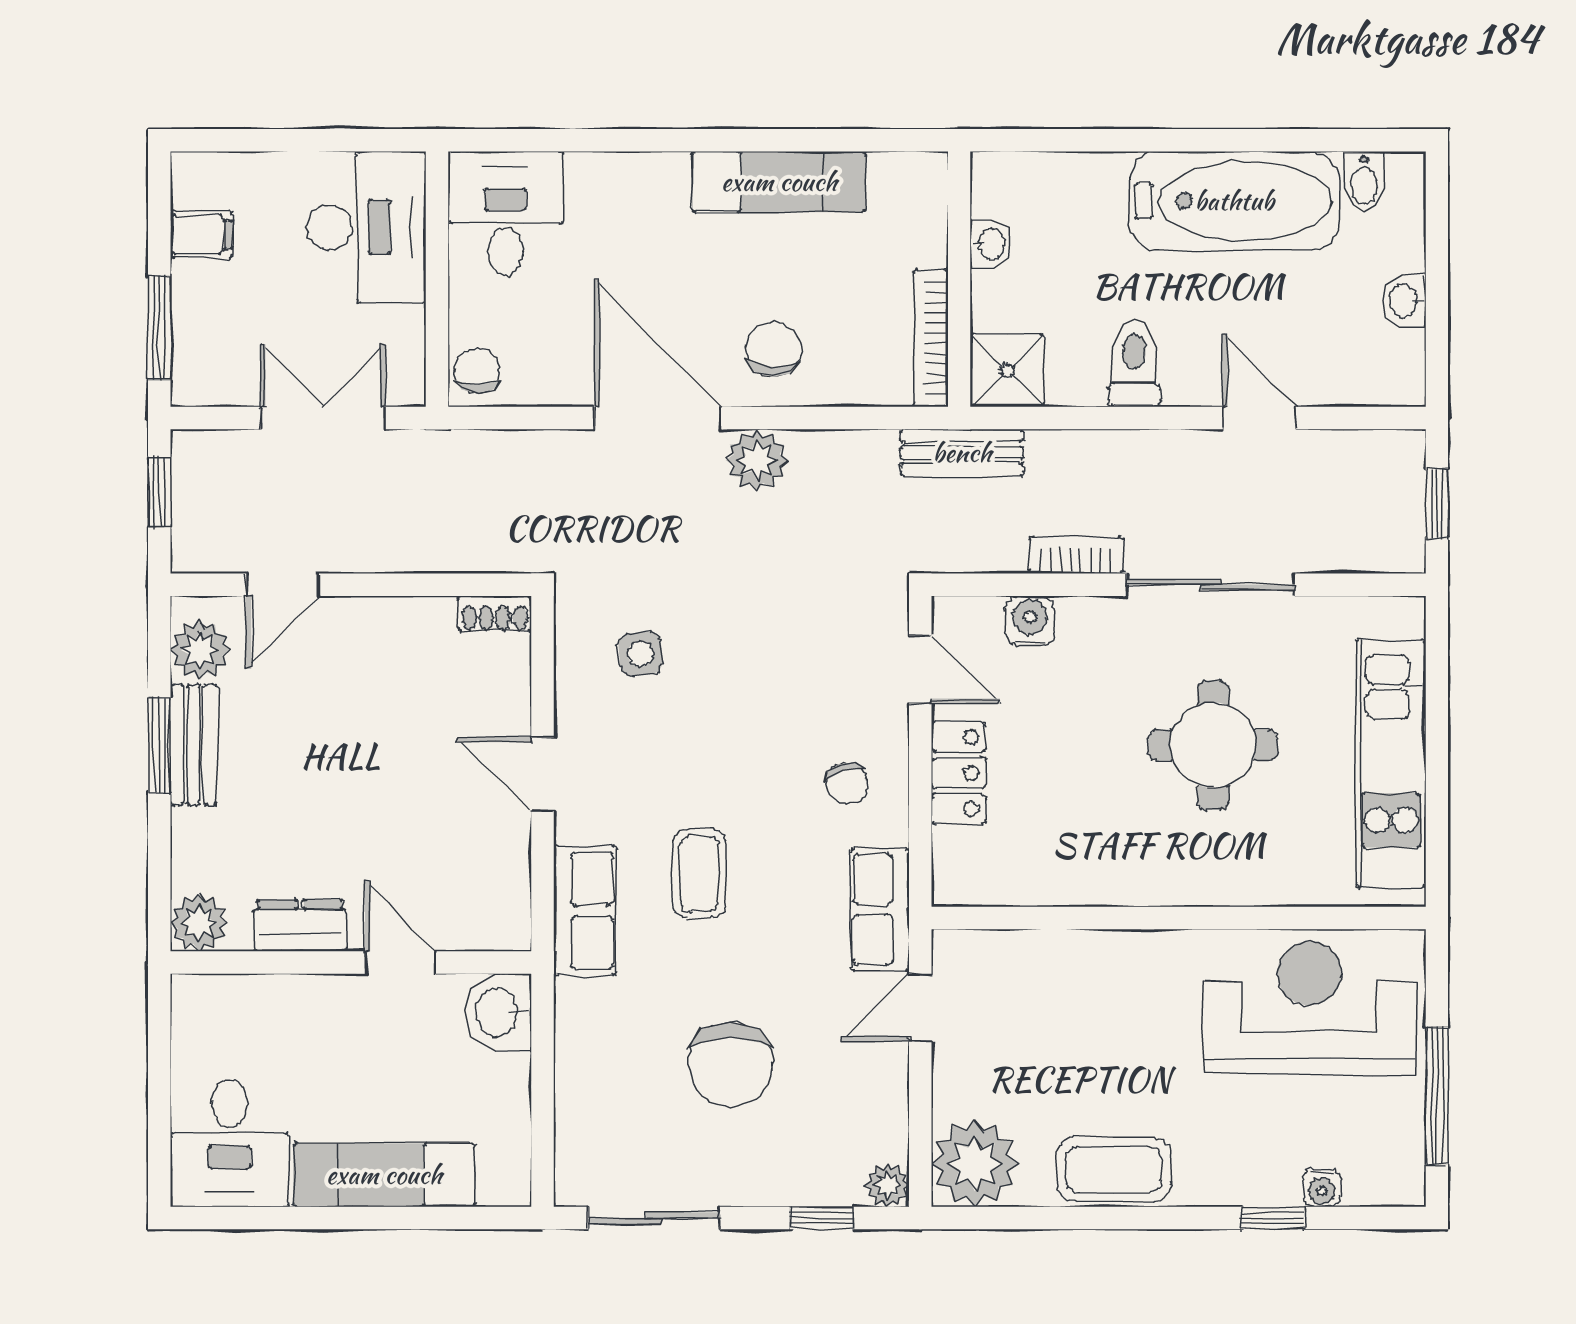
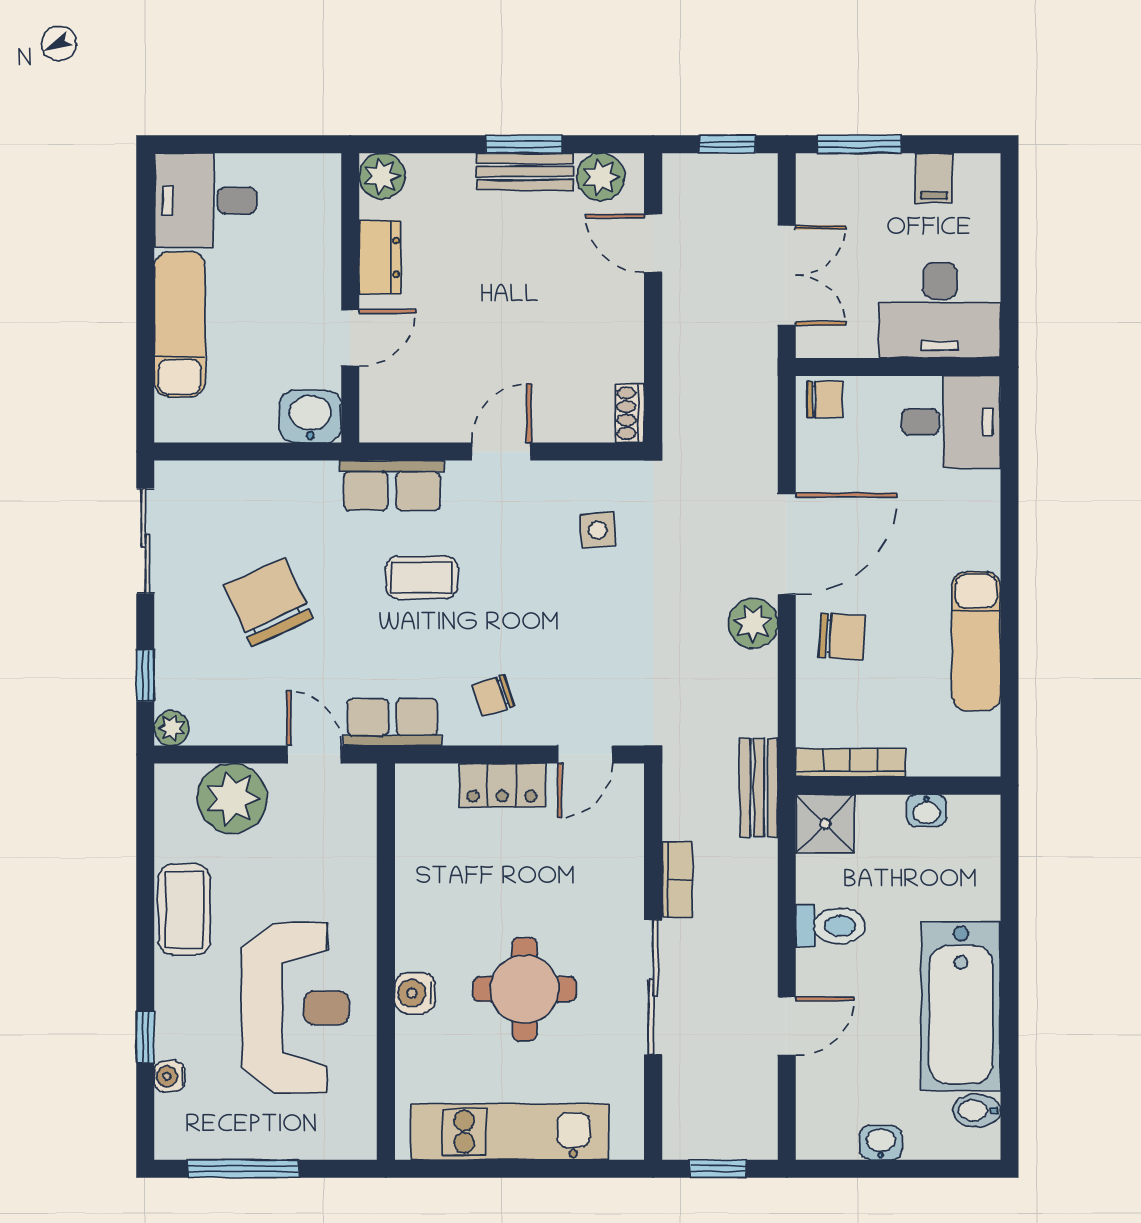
water cooler: (1030, 621) -> (415, 993), moved, turned 180
reception desk: (1309, 1008) -> (295, 1008), moved
chair: (730, 1065) -> (268, 602), turned 65
plant: (975, 1163) -> (232, 798), moved

